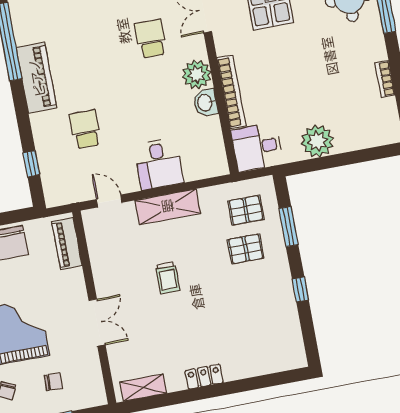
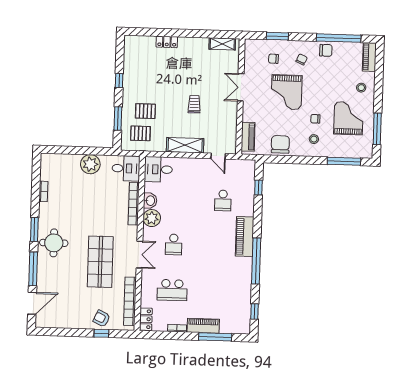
desk: (159, 164) -> (158, 169), moved, turned -90
locker: (204, 377) -> (167, 42), moved

